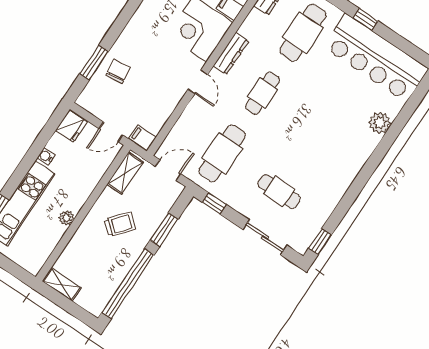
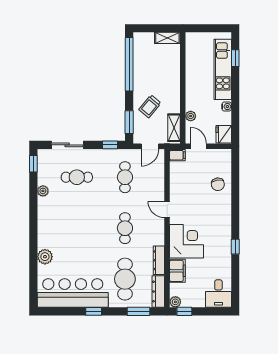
dresser: (231, 53) -> (159, 260), moved
window: (94, 63) -> (235, 180), removed
door: (111, 132) -> (198, 146), hinge flipped
cafe table: (222, 153) -> (125, 177), width x0.73, depth x0.74
plant: (330, 202) -> (43, 191), added
plant: (66, 218) -> (191, 116), moved
trolley: (120, 224) -> (150, 106), moved
window: (164, 230) -> (129, 122), moved

